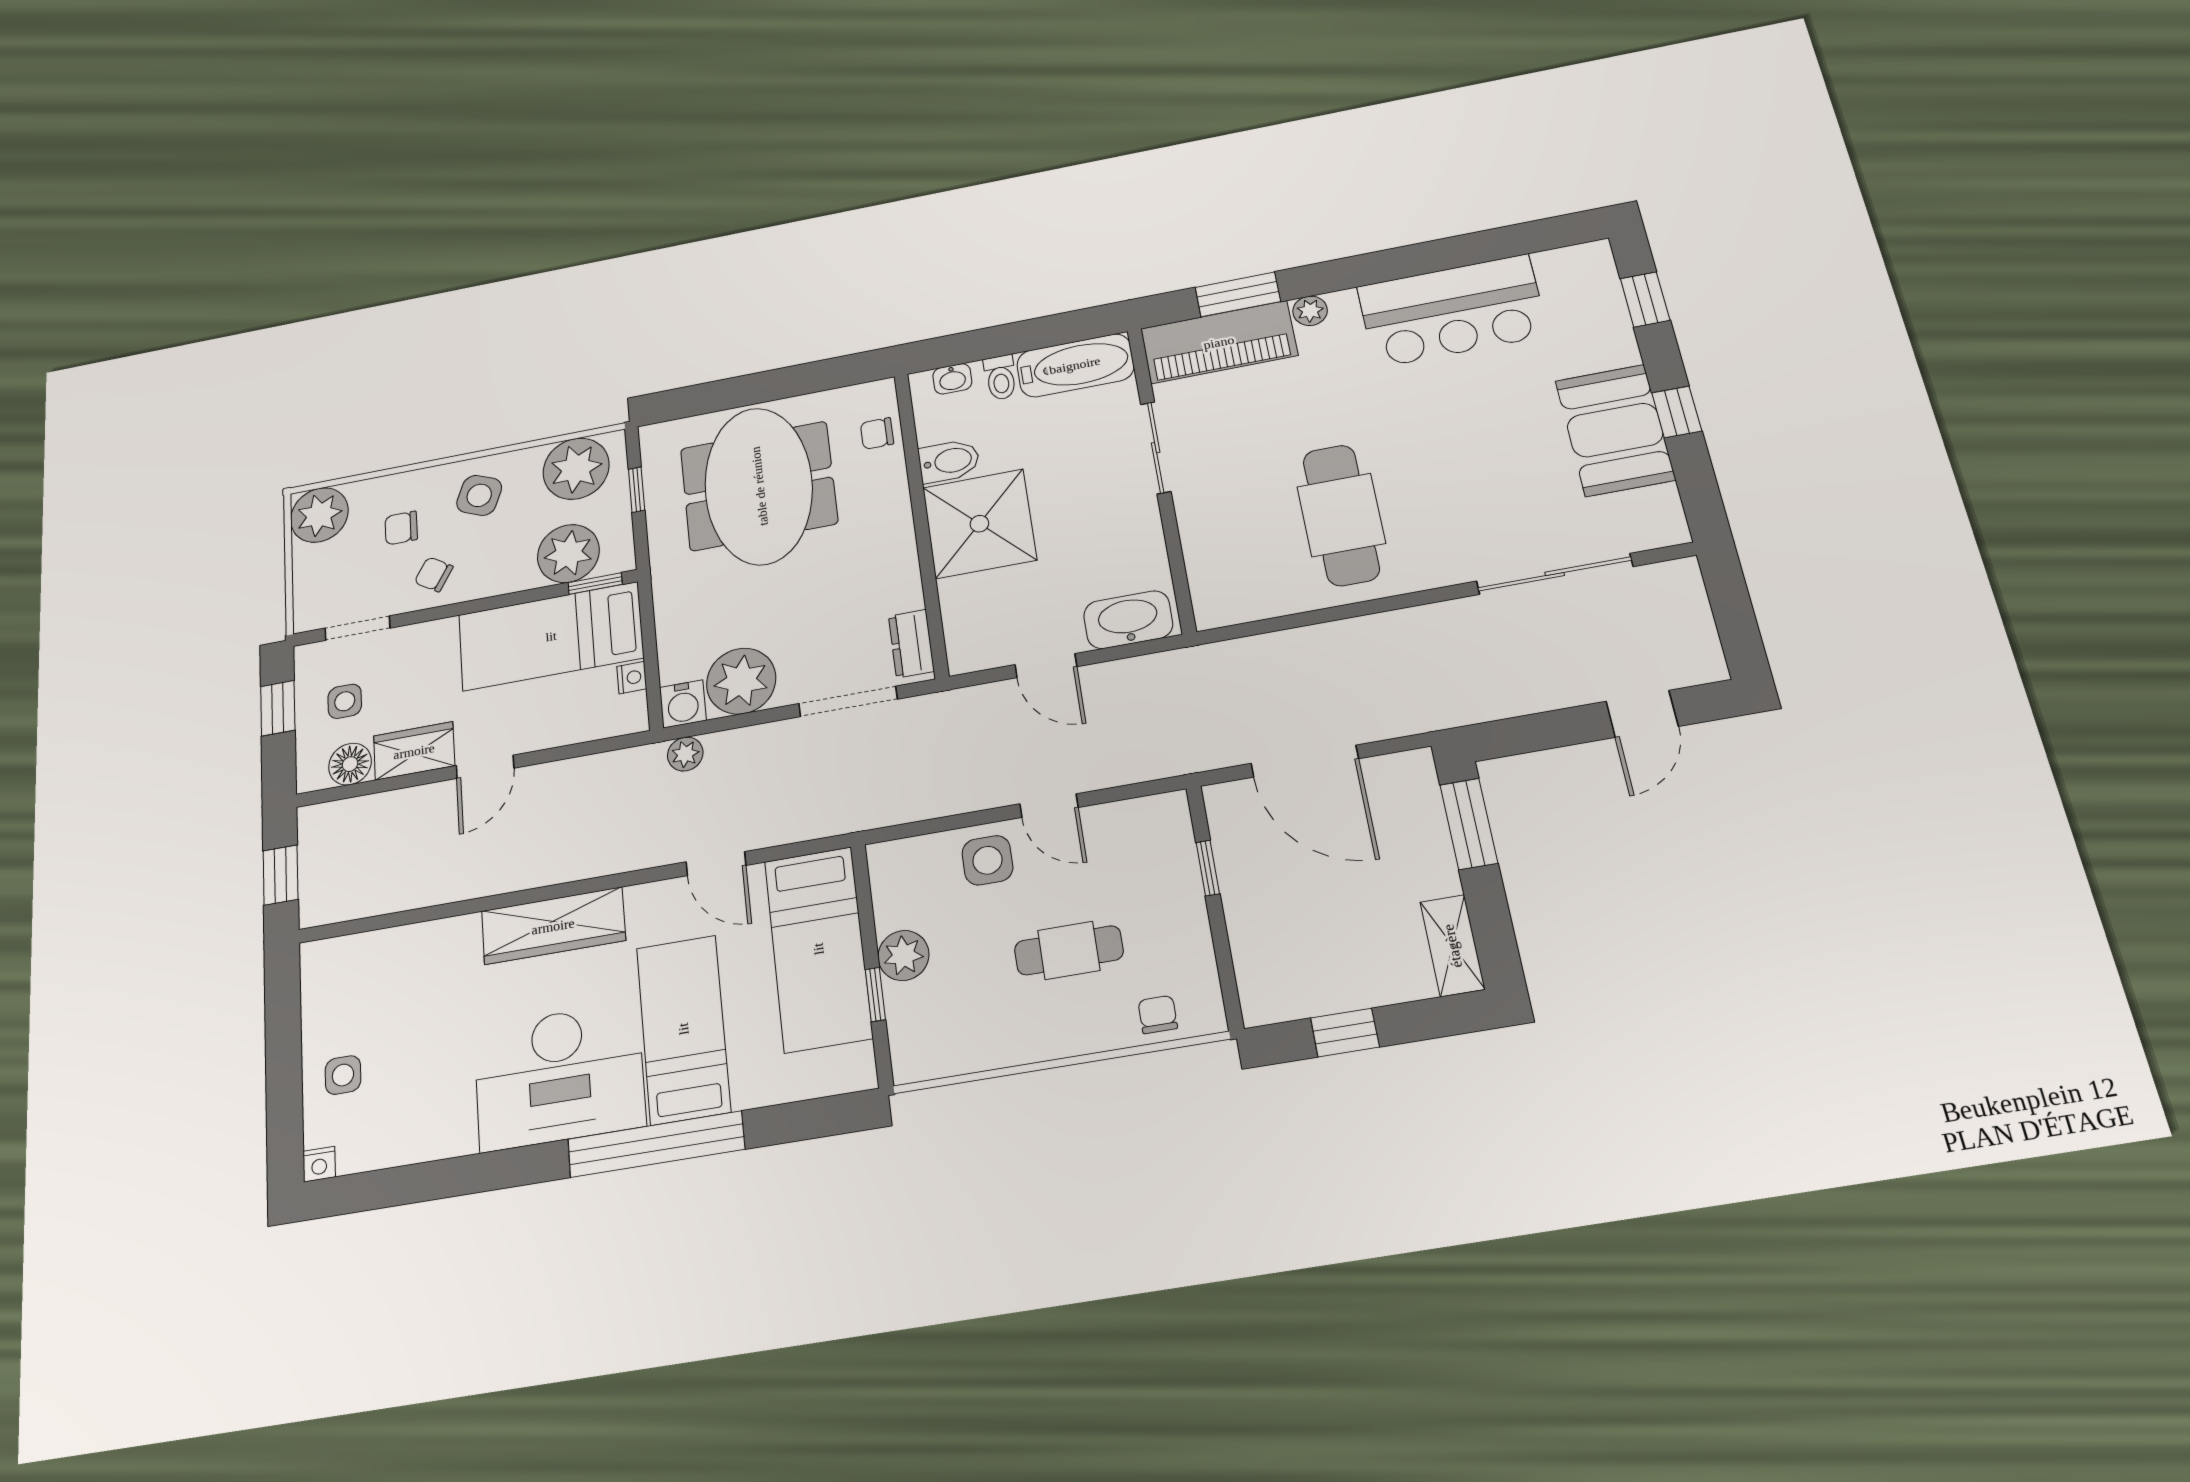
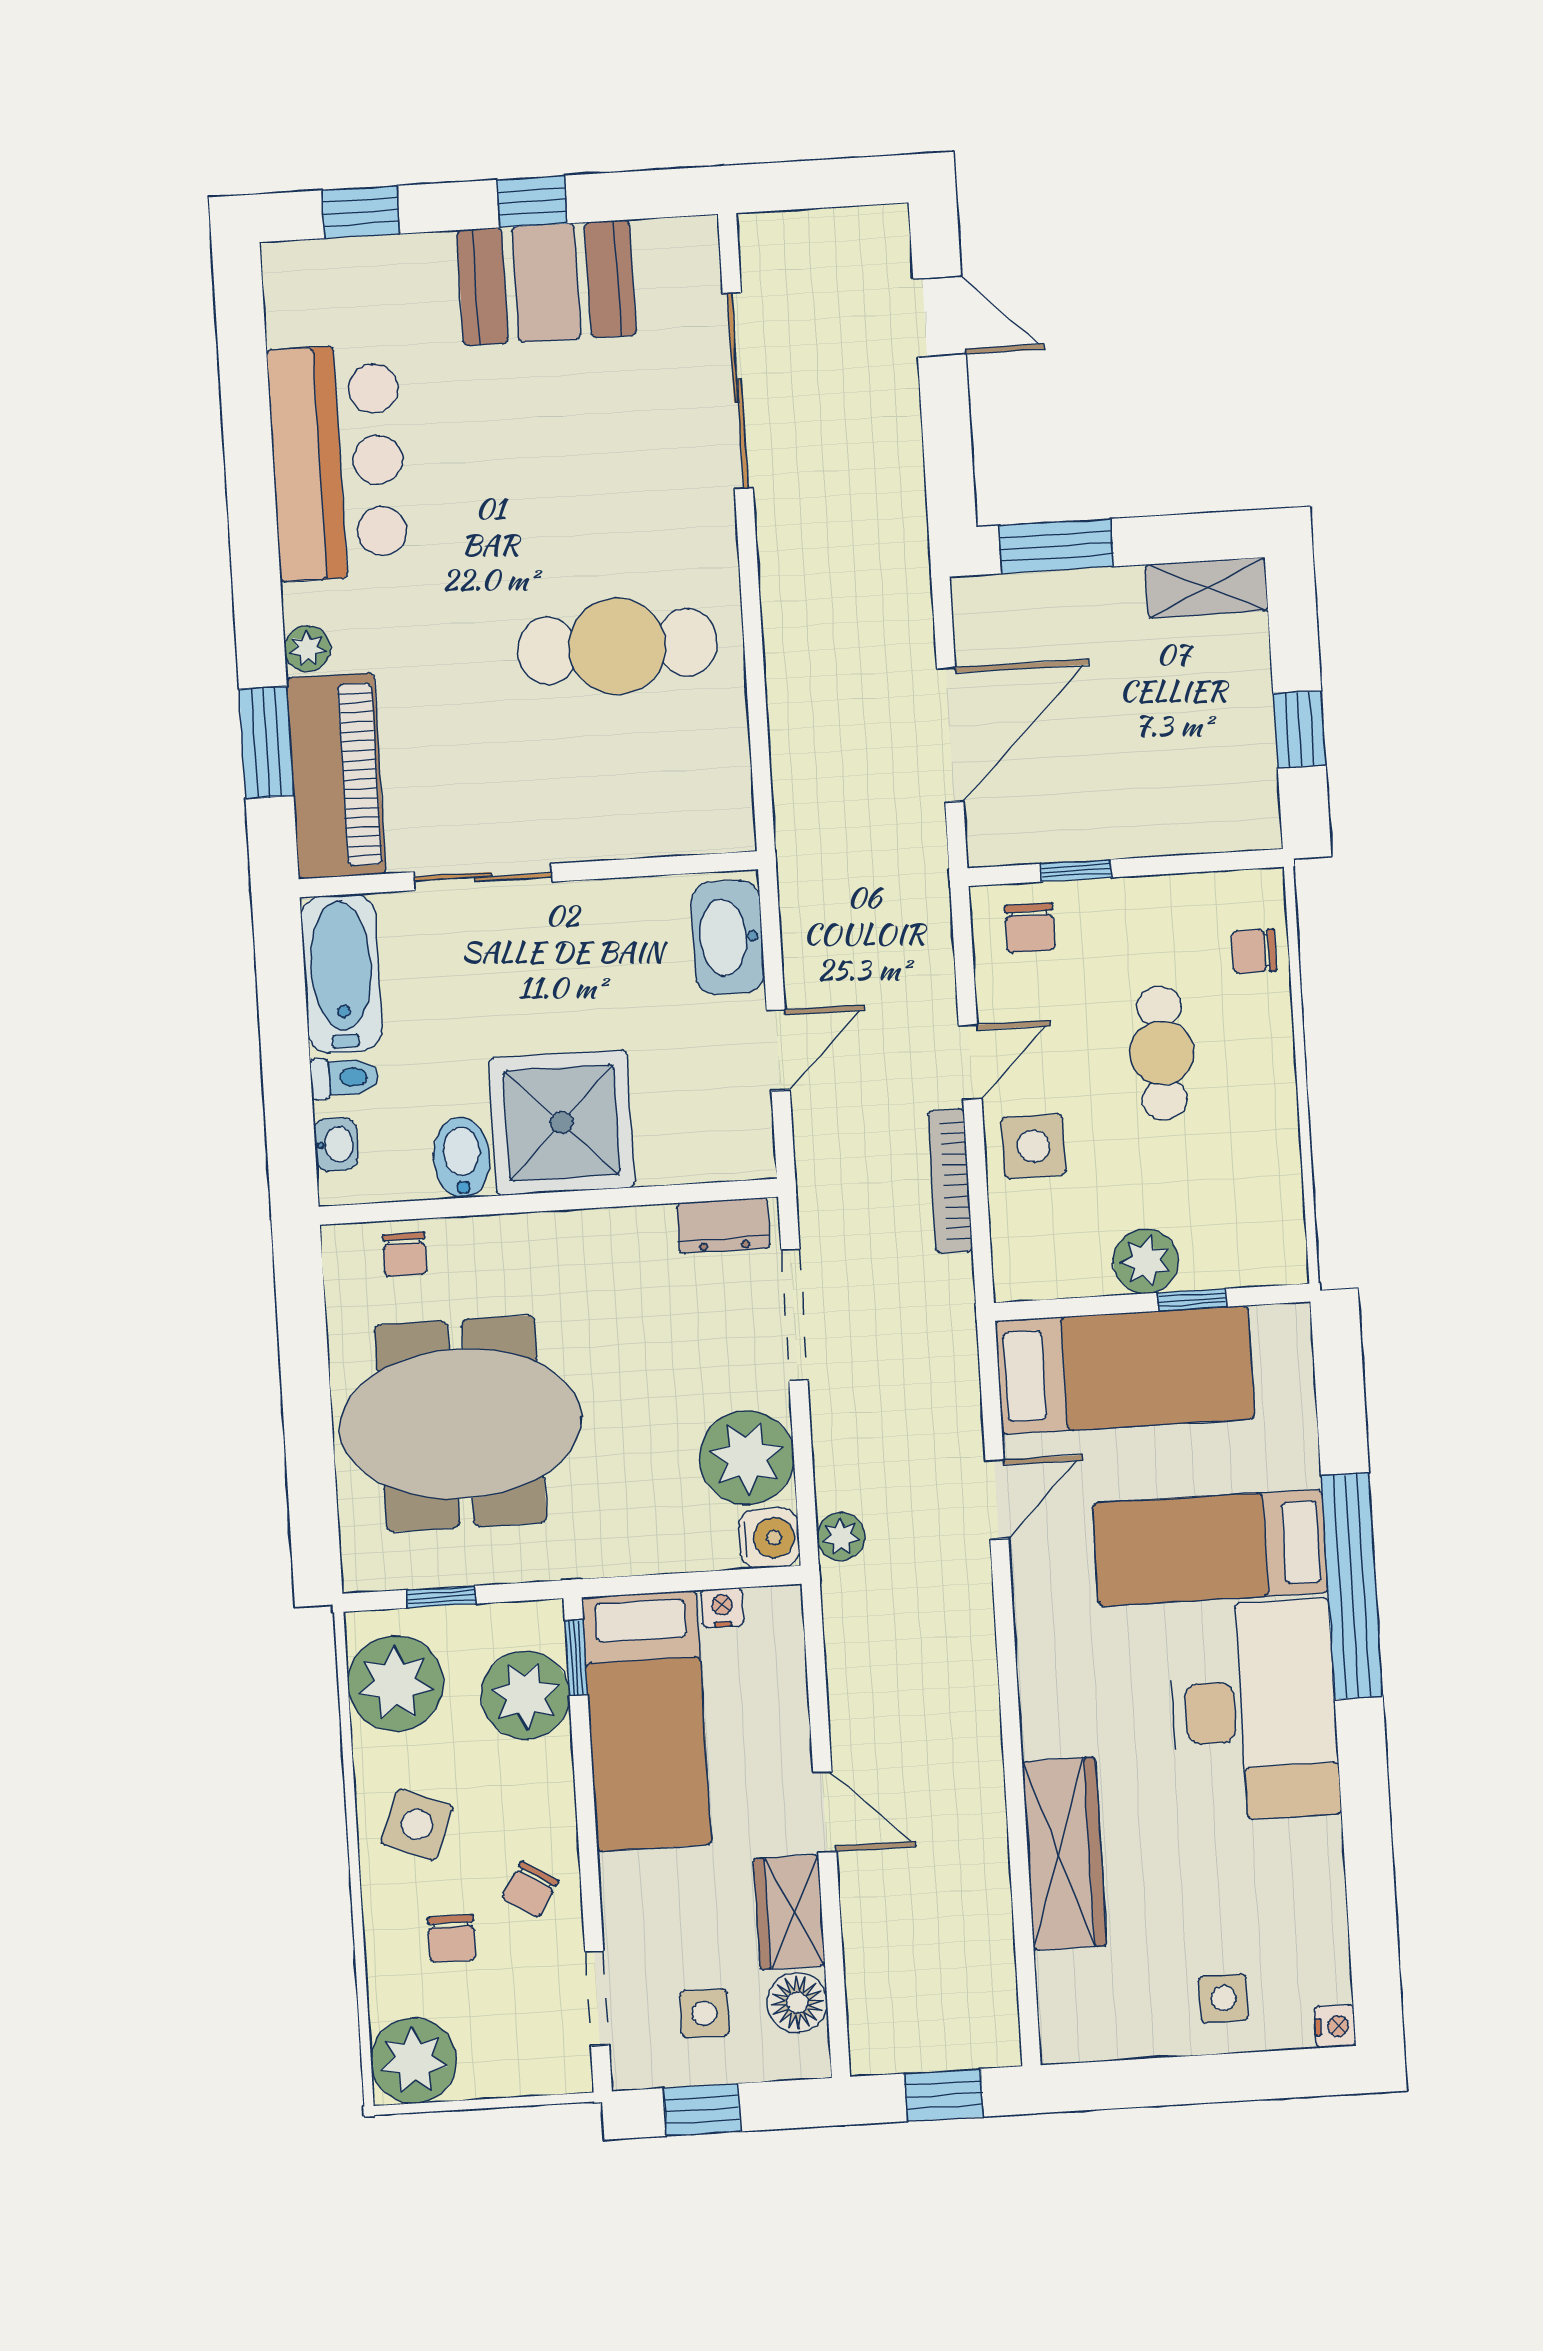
bookcase: (956, 801) -> (950, 1181), added
chair: (1159, 838) -> (1030, 928), added
wardrobe: (553, 926) -> (1064, 1854), moved

